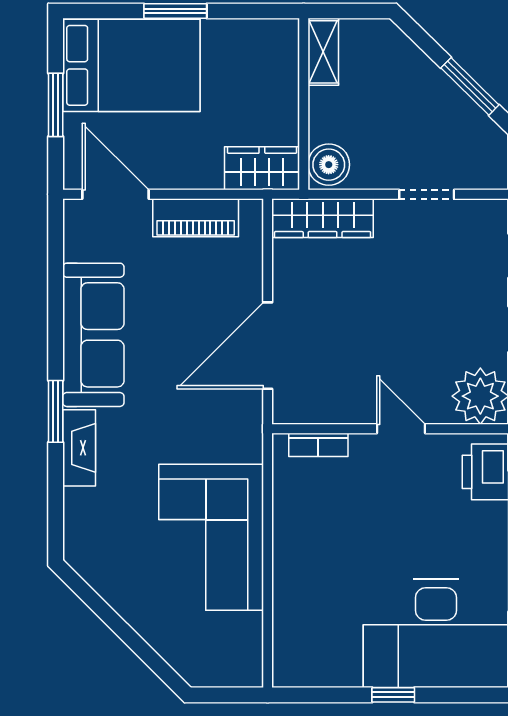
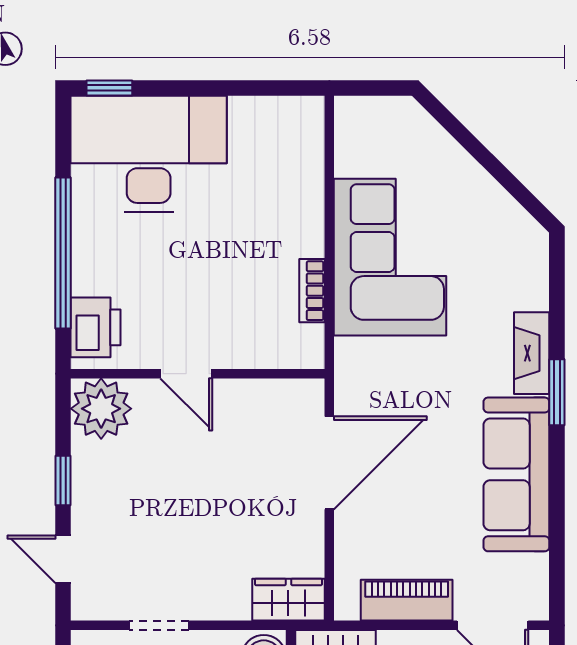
wardrobe: (323, 218) -> (288, 600), width x0.67
bookcase: (318, 445) -> (312, 291), moved, turned -90
window: (393, 695) -> (109, 88), moved

